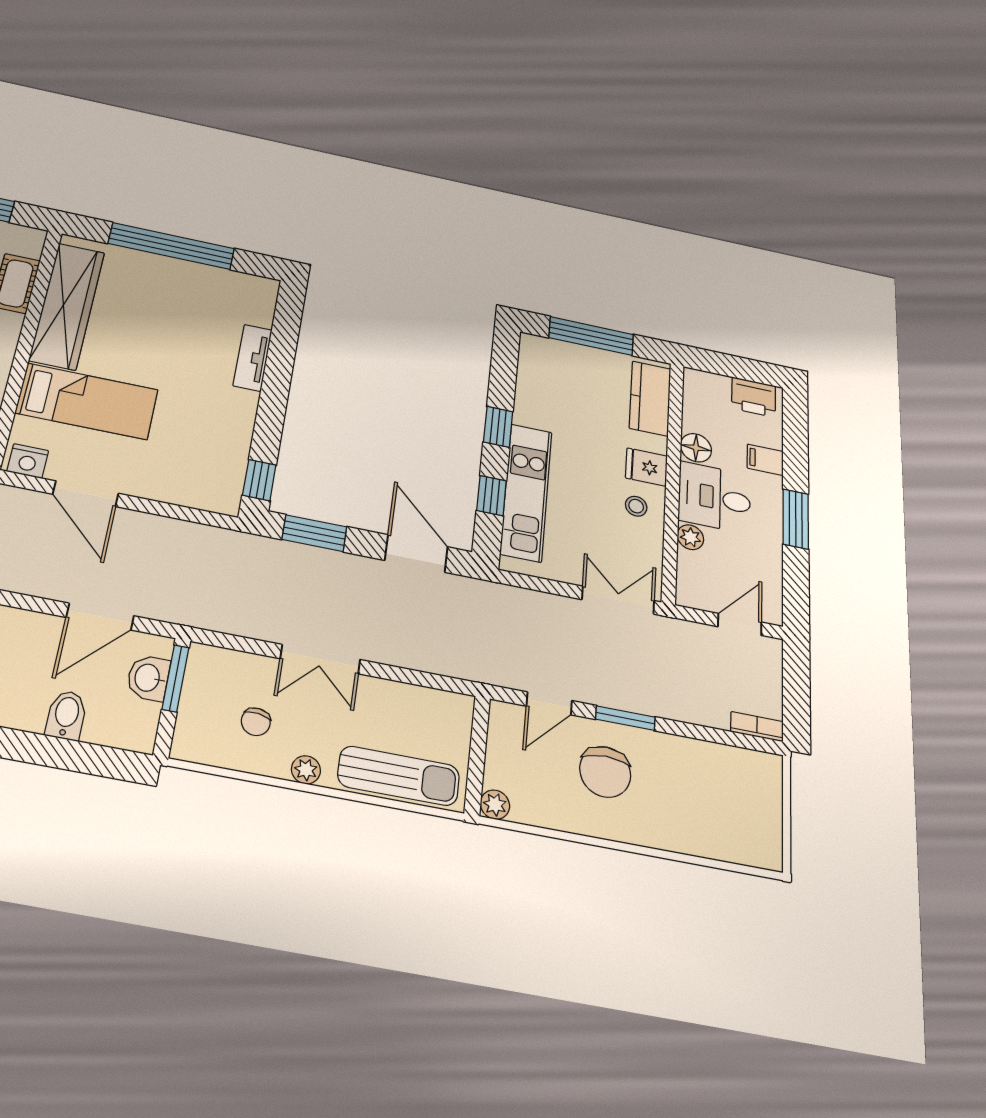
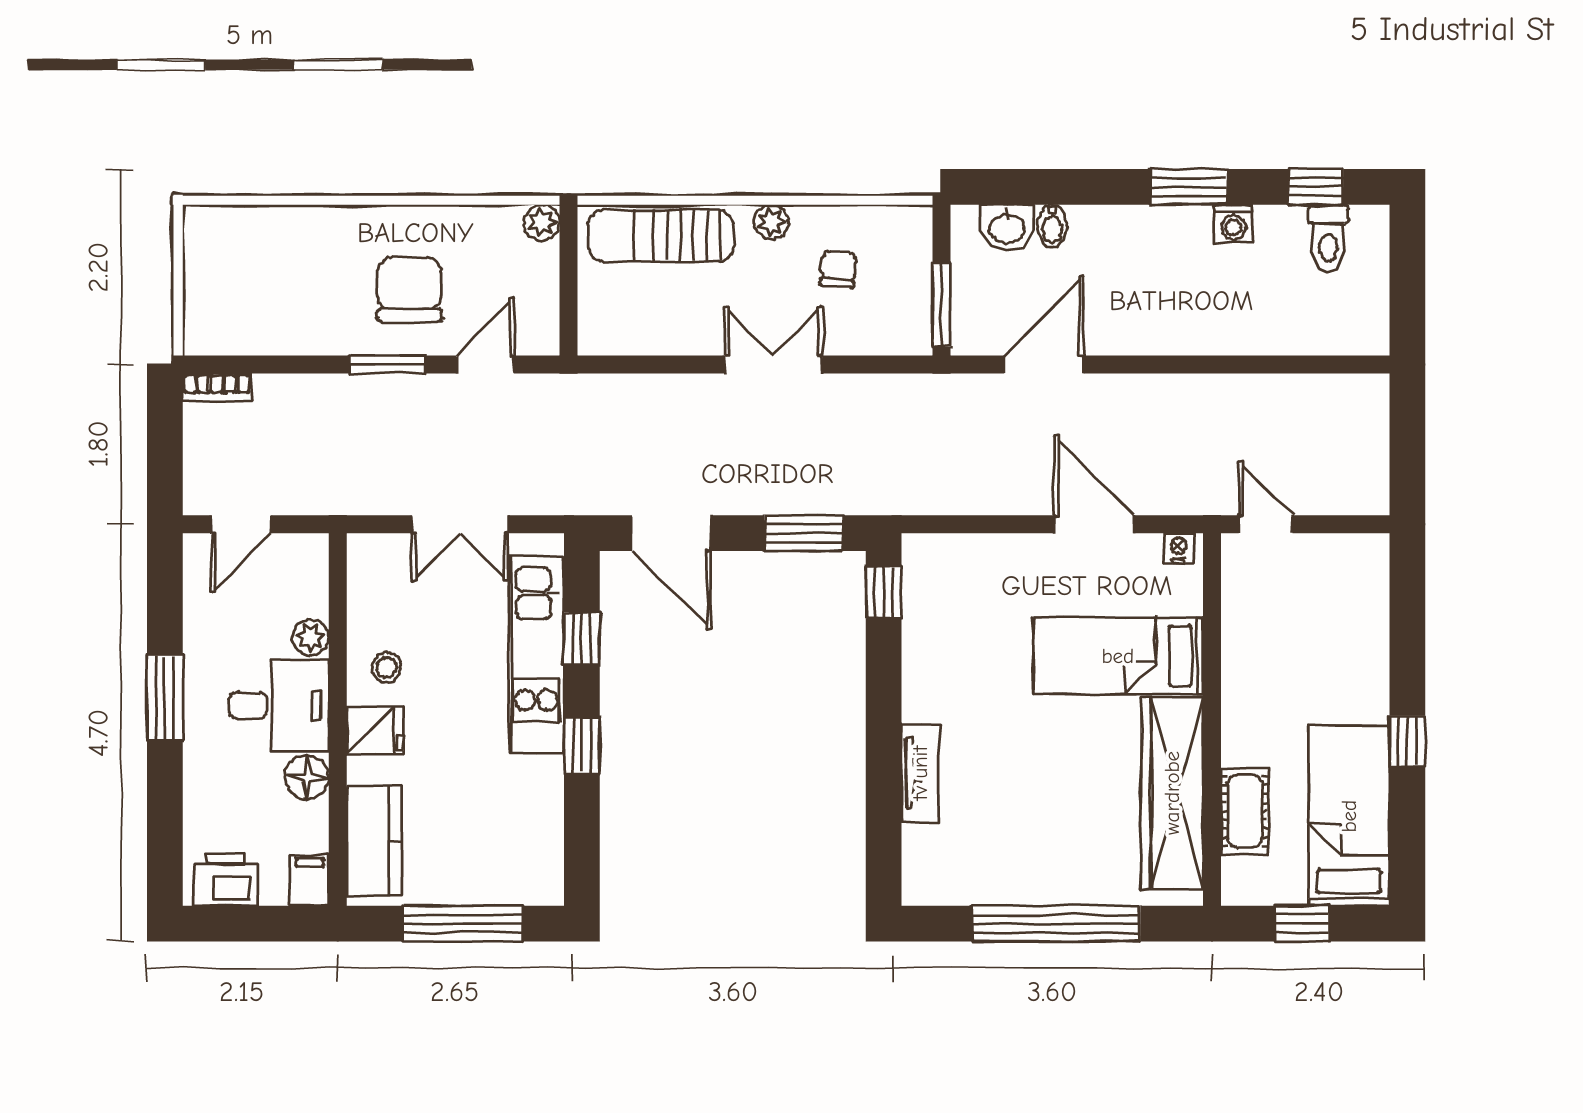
filing cabinet: (765, 460) -> (310, 880), moved, turned -90
nightstand: (28, 461) -> (1179, 548), width x0.72, depth x0.74
double door: (618, 600) -> (460, 524), moved
washbasin: (148, 678) -> (1007, 228), moved, turned 90
bidet: (66, 715) -> (1052, 226), width x0.72, depth x0.74

